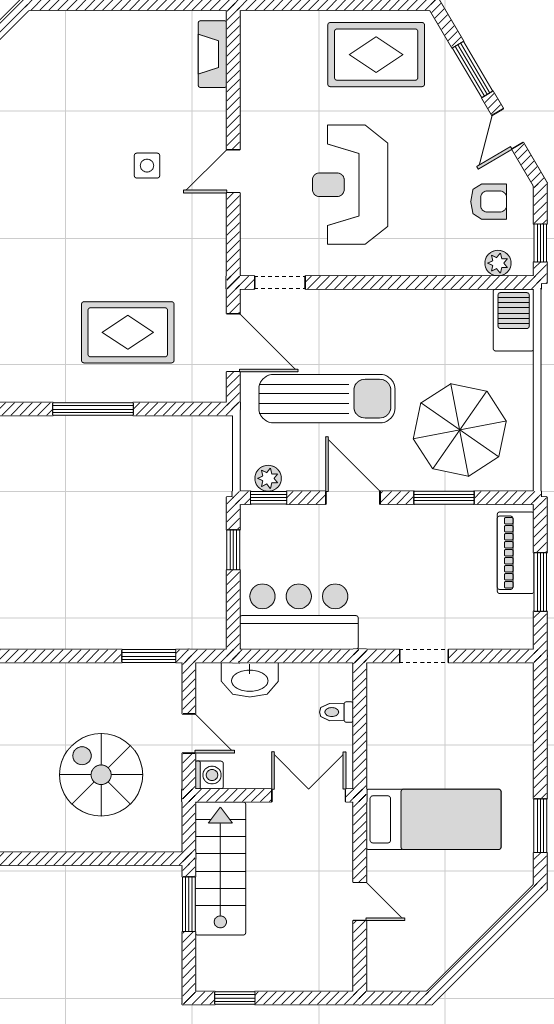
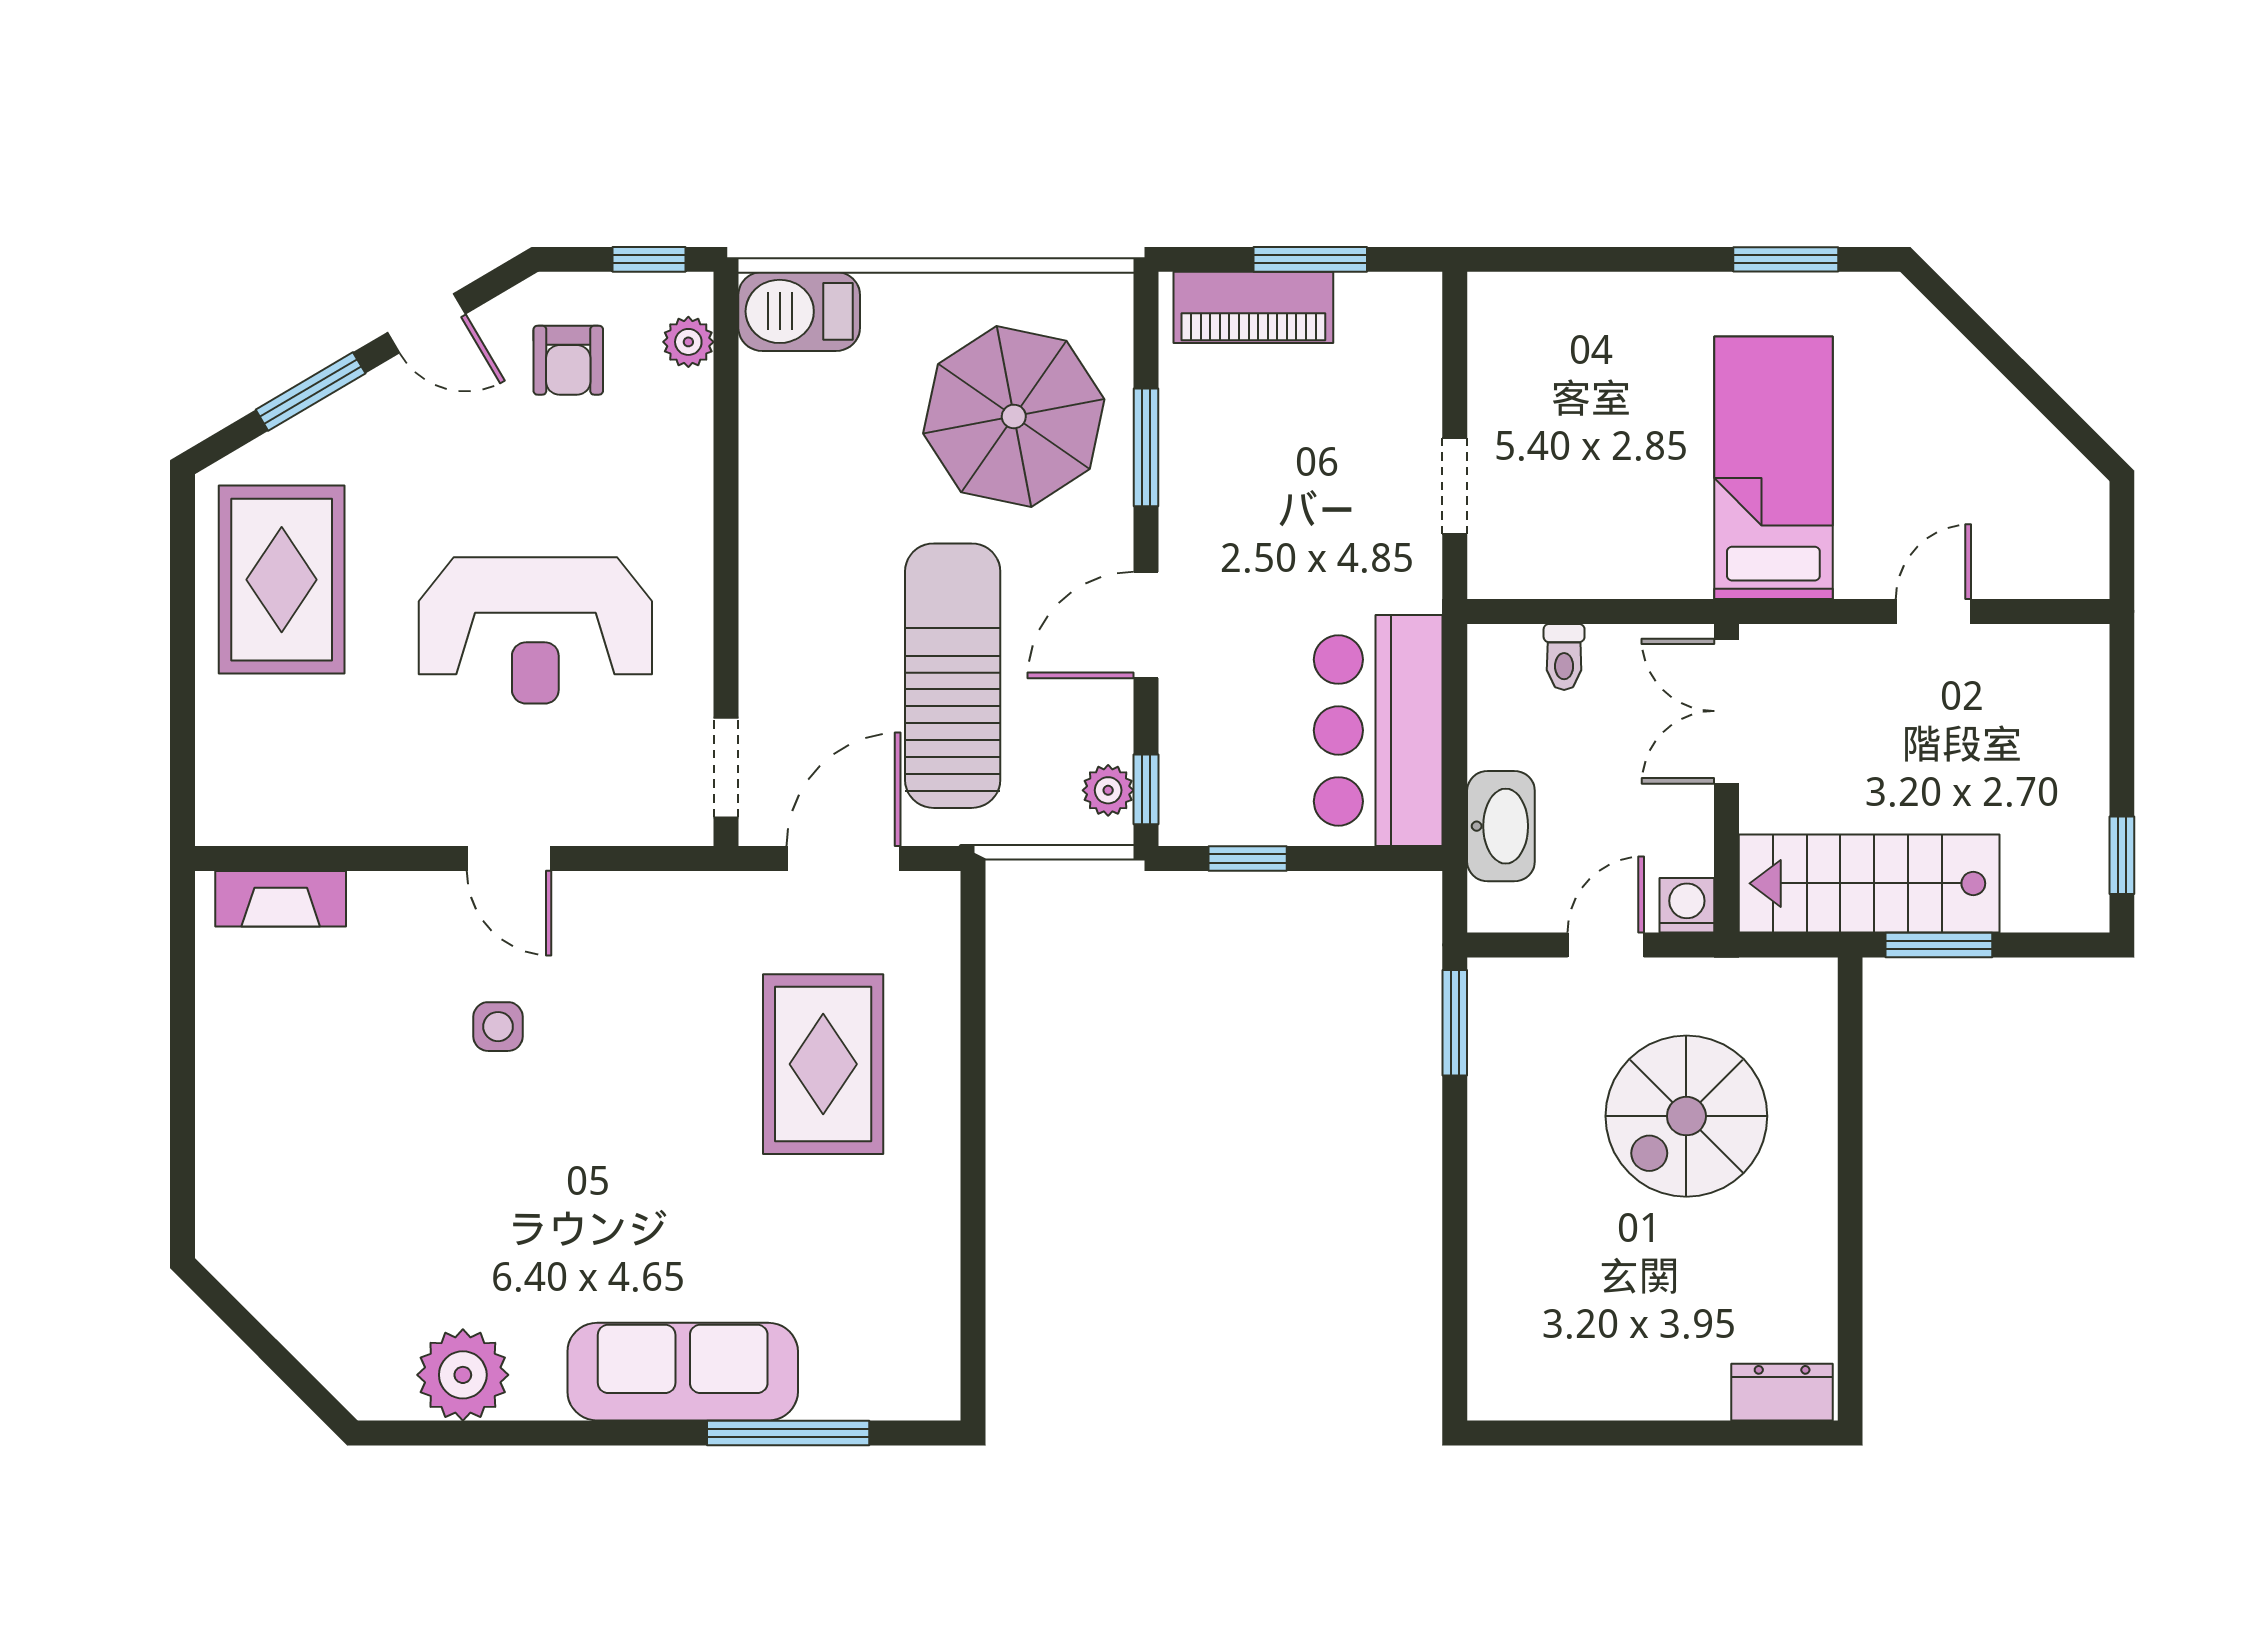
armchair: (489, 202) -> (568, 360), turned 180
window: (93, 409) -> (973, 1132), removed

